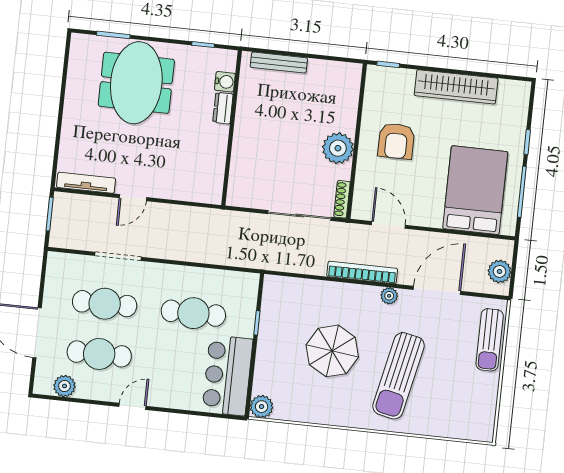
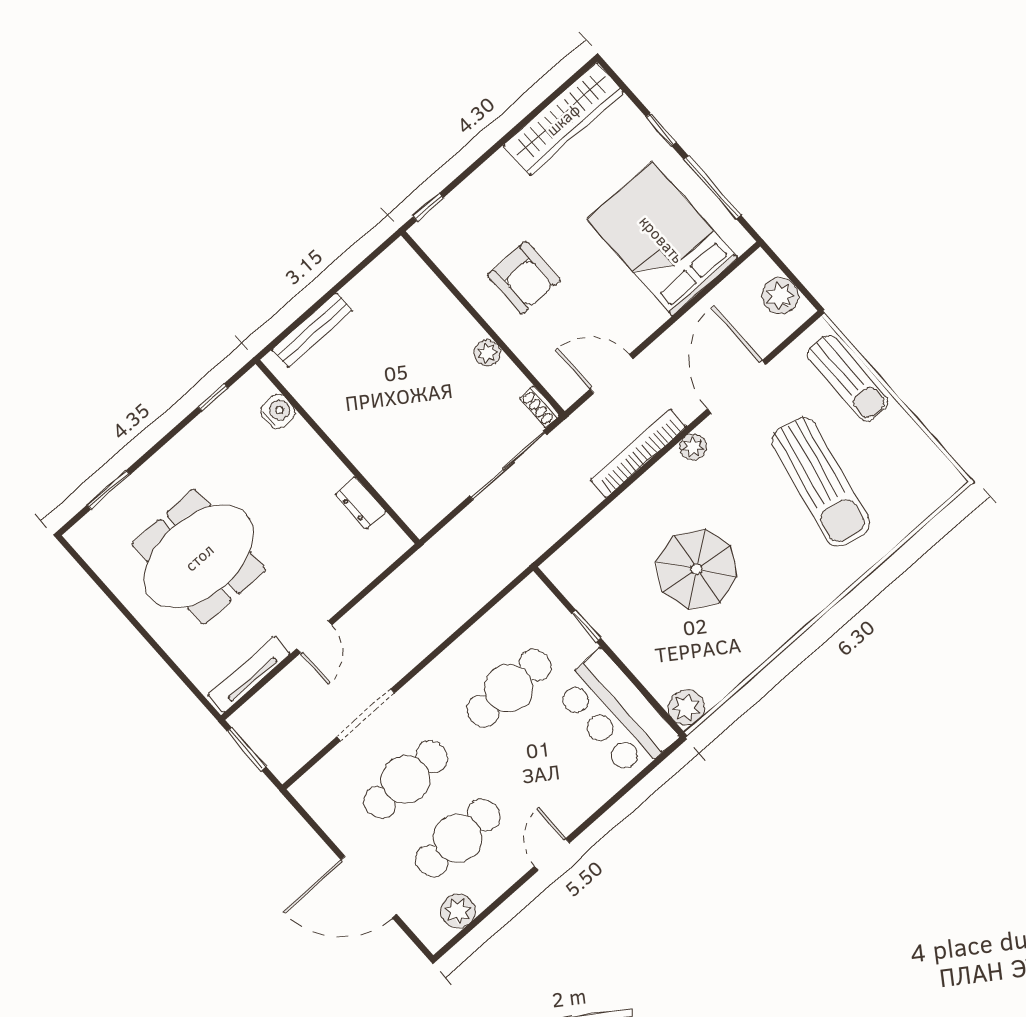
meeting table: (136, 83) -> (199, 557), moved, turned 90
wardrobe: (456, 87) -> (563, 119), moved
dresser: (223, 108) -> (361, 503), moved
plant: (338, 148) -> (487, 353), width x0.53, depth x0.53
shoe rack: (342, 199) -> (540, 407), width x0.70
sun lounger: (398, 376) -> (821, 482), moved

